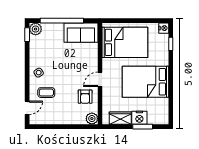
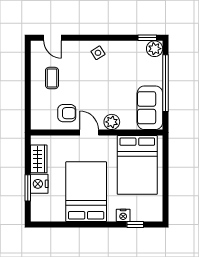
nightstand: (164, 28) -> (123, 215), moved
coffee table: (46, 93) -> (52, 78), moved
armchair: (85, 97) -> (67, 113), turned 180
plant: (92, 119) -> (112, 122), moved

